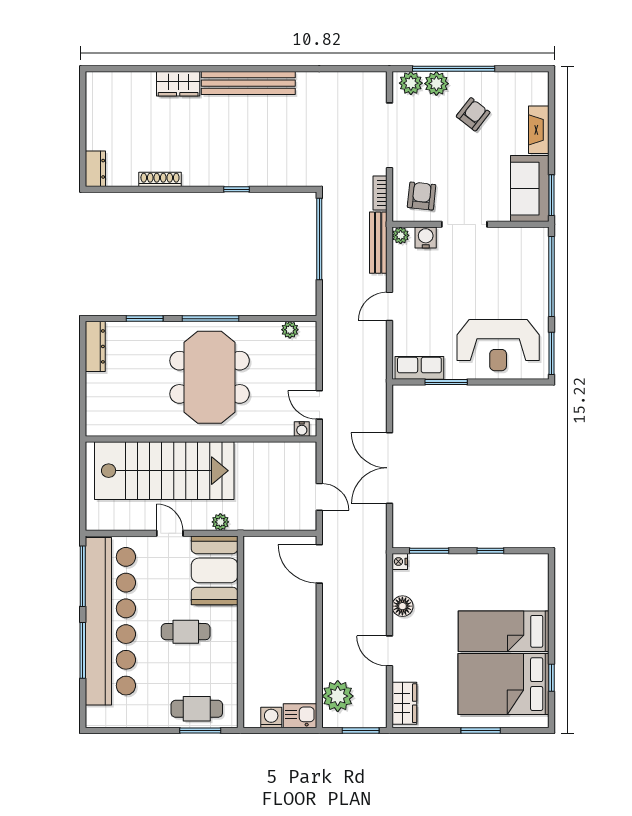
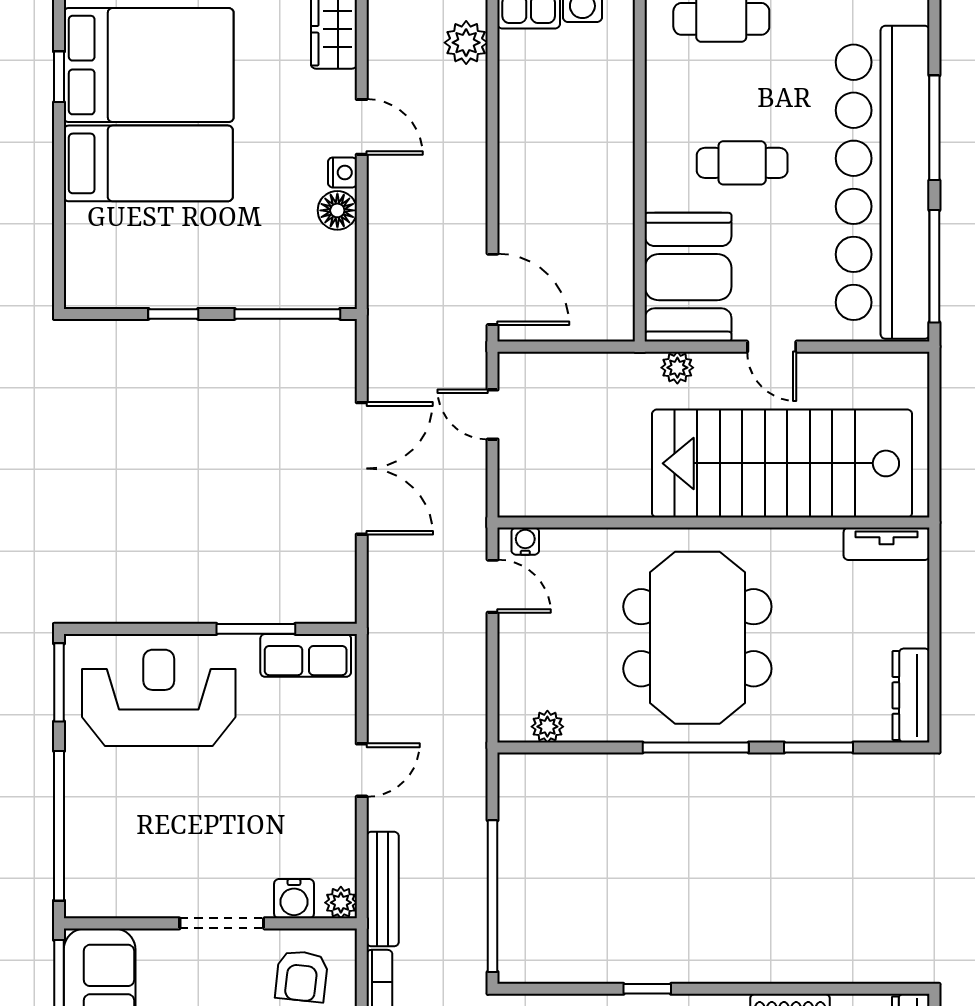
tv unit: (108, 428) -> (887, 544), added
window: (429, 551) -> (287, 314), width x1.44
nightstand: (400, 562) -> (342, 172), moved
plant: (338, 696) -> (466, 43), width x0.73, depth x0.73

